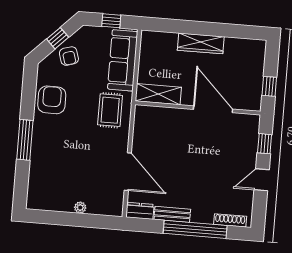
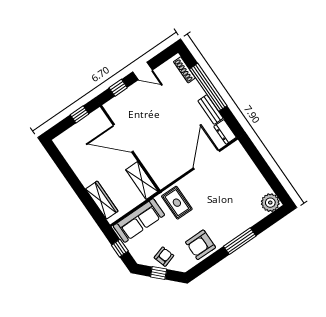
wardrobe: (201, 43) -> (102, 200), moved
door: (213, 109) -> (123, 138), hinge flipped
rug: (110, 110) -> (177, 203), turned 90
plant: (80, 208) -> (270, 203), moved, width x1.88, depth x1.88

